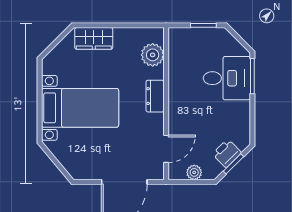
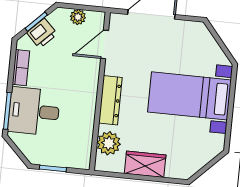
wardrobe: (94, 38) -> (145, 164), moved
dresser: (155, 96) -> (110, 100), width x1.44
bookcase: (244, 119) -> (21, 68), added

